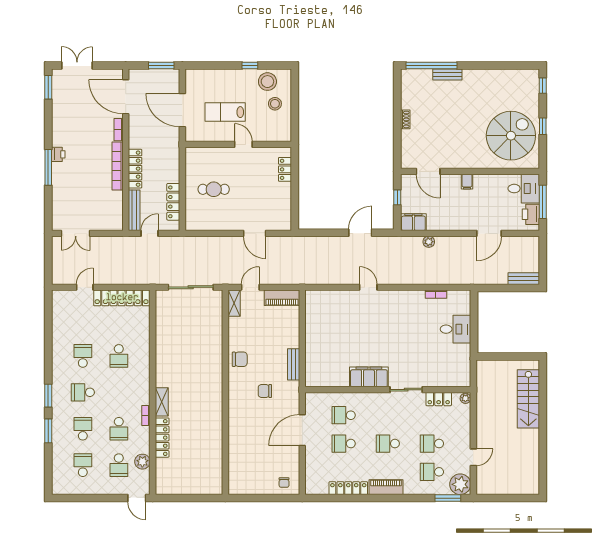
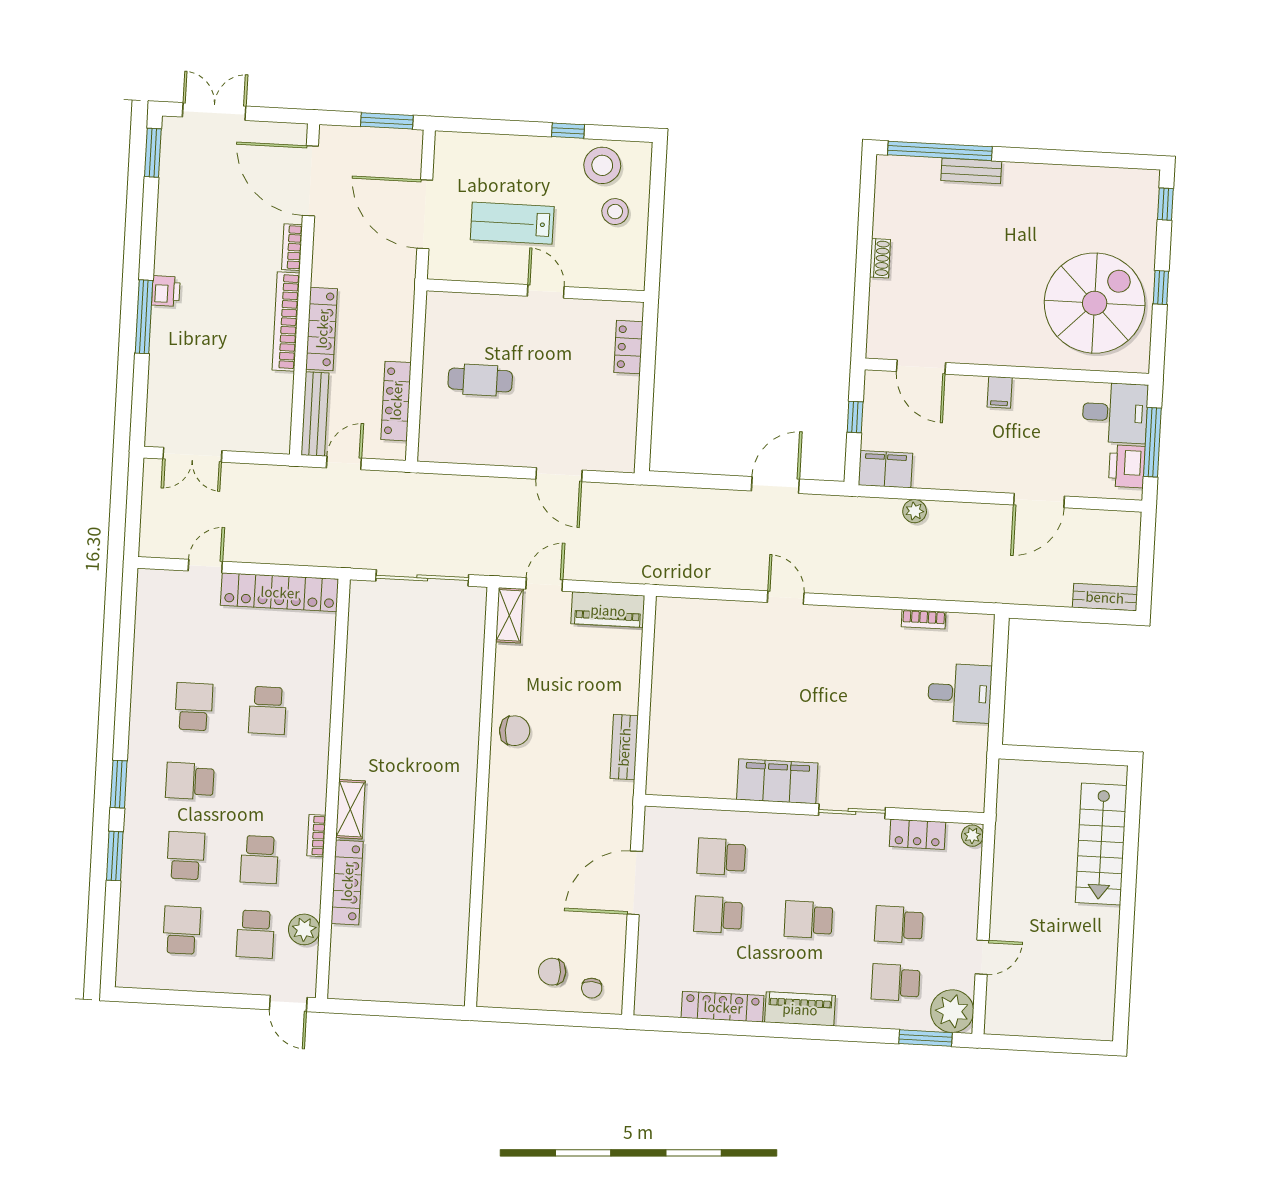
chair: (265, 391) -> (552, 972), moved

